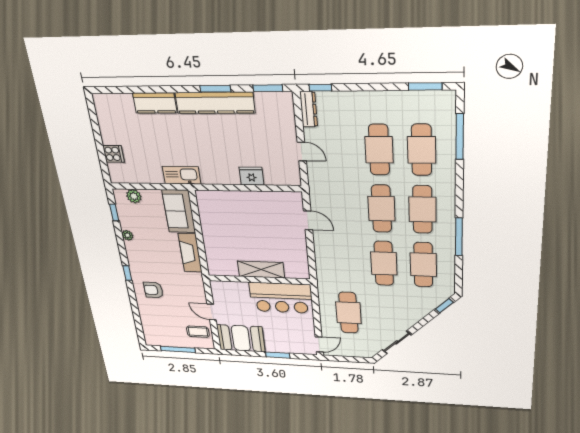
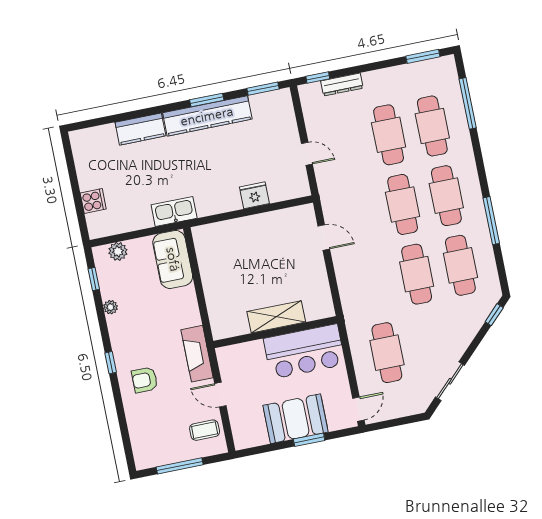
dresser: (309, 109) -> (342, 84), moved, turned 90
fireplace: (190, 253) -> (197, 354), moved
booth: (241, 338) -> (296, 419), moved

